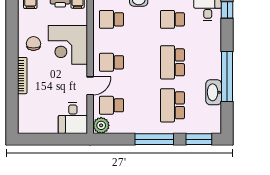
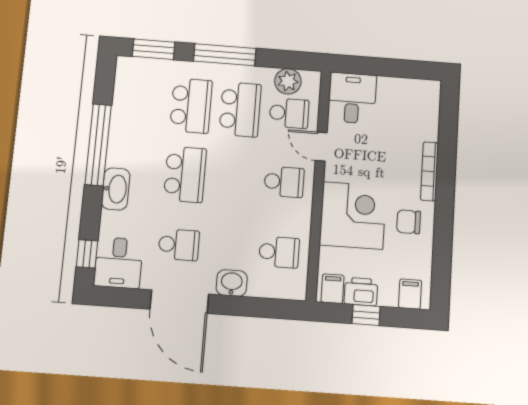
chair: (33, 43) -> (409, 222), turned 90
door: (90, 86) -> (321, 147), hinge flipped
washbasin: (214, 92) -> (116, 189), moved
school desk: (142, 105) -> (240, 109), added
plant: (101, 125) -> (288, 81), moved

